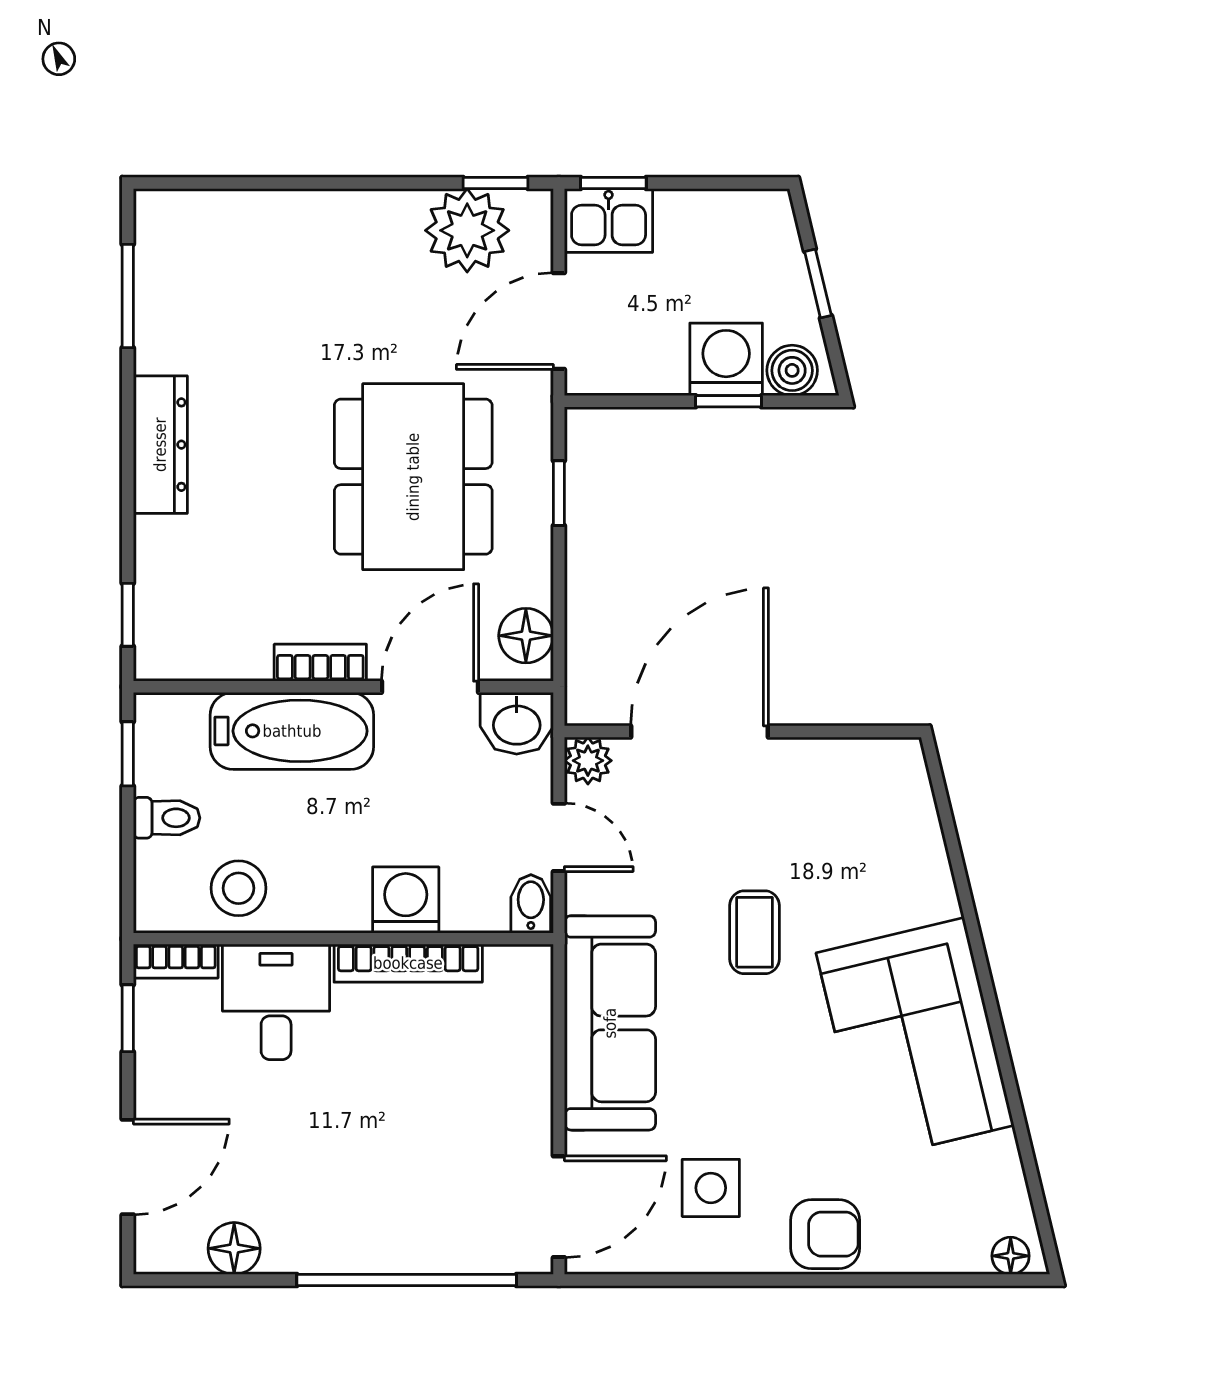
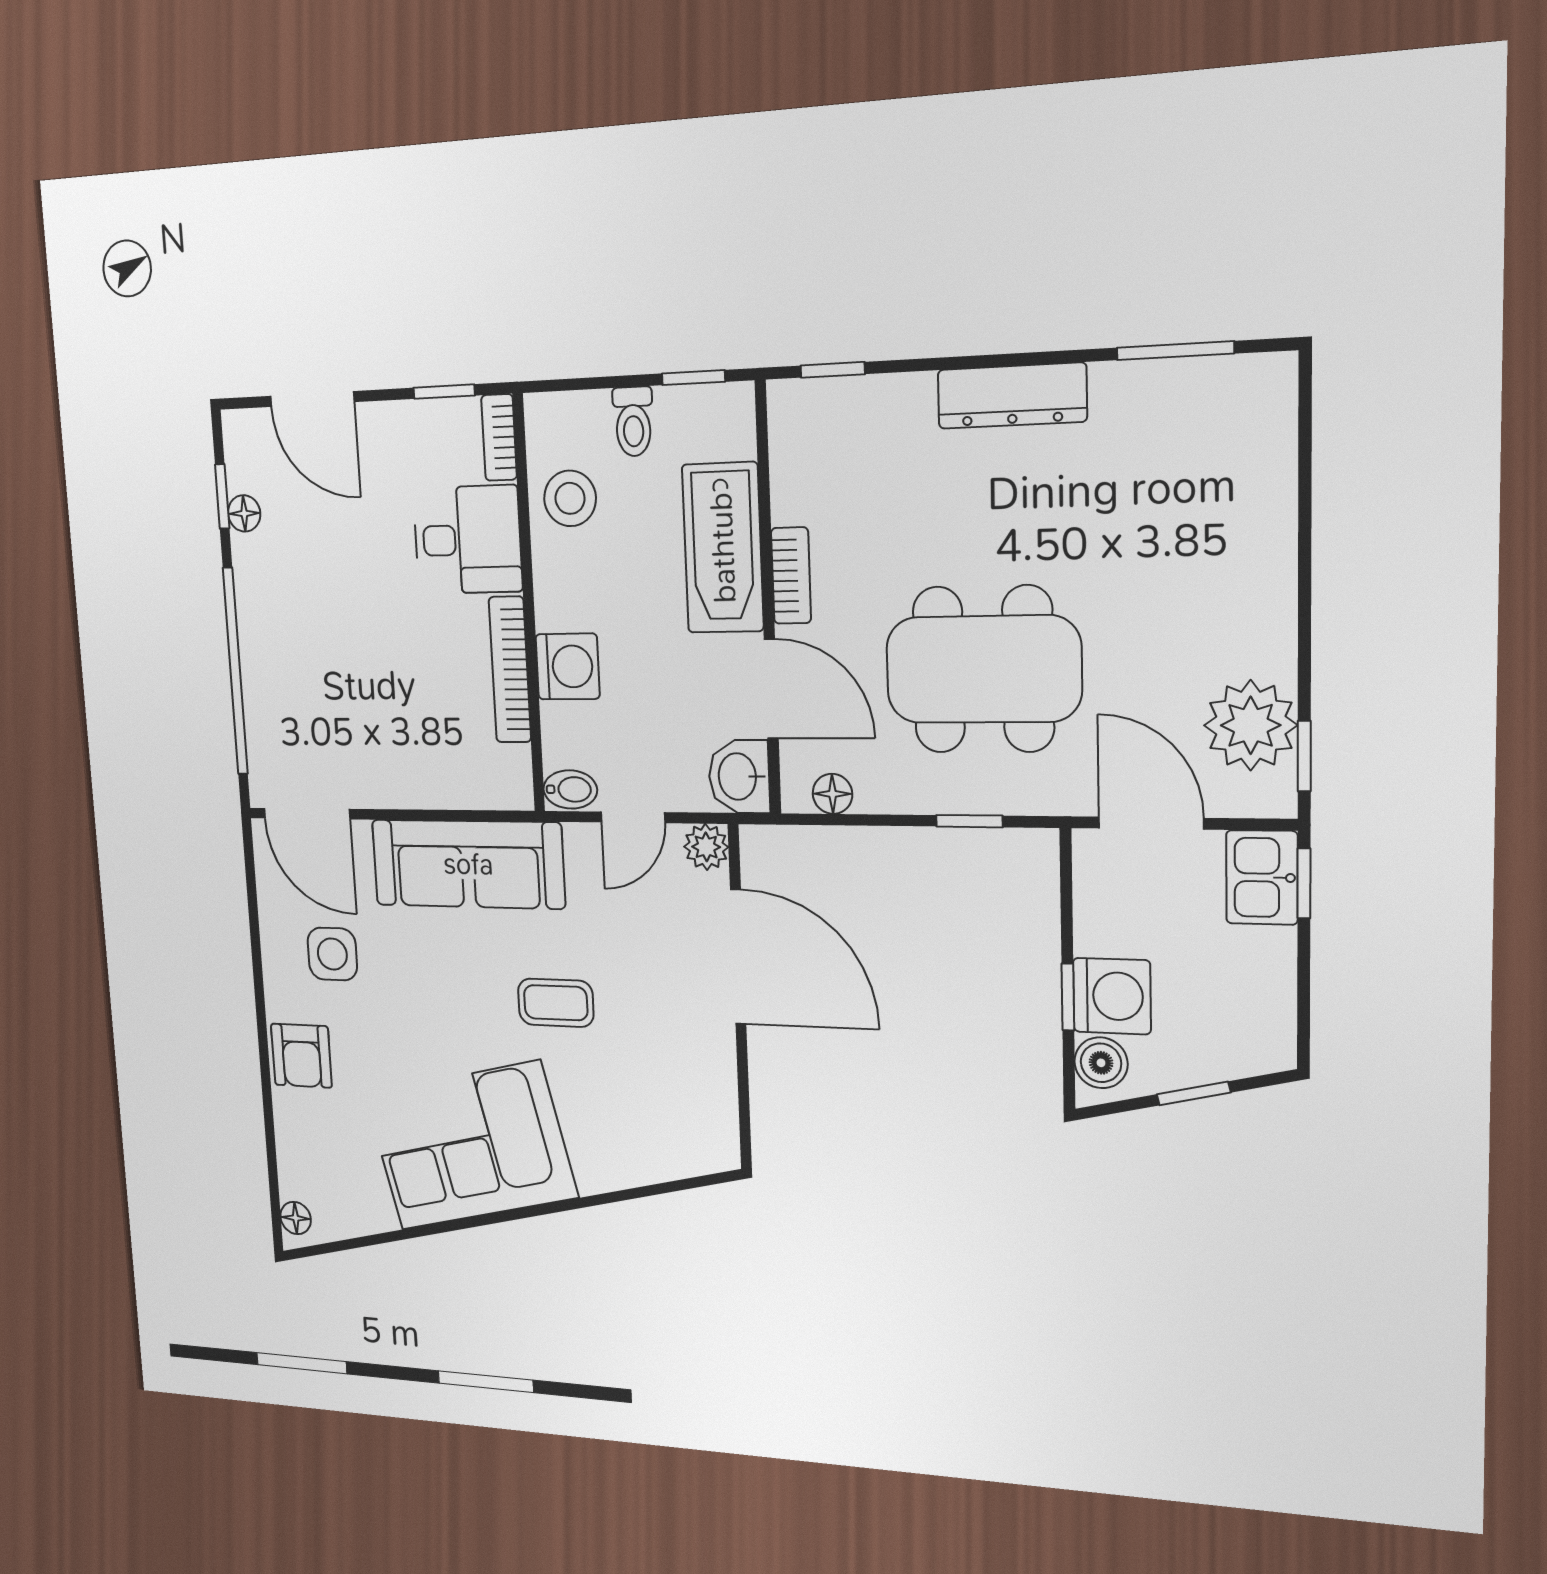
floor lamp: (526, 636) -> (832, 794), width x0.73, depth x0.73
floor lamp: (234, 1248) -> (244, 513), width x0.73, depth x0.73
window: (223, 1280) -> (222, 496), added

